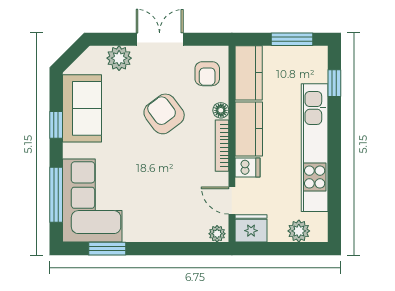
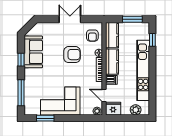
plant: (119, 58) -> (51, 28), removed
armchair: (164, 114) -> (72, 55), turned 127
corner sofa: (92, 200) -> (60, 101), moved, turned -90

